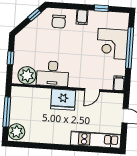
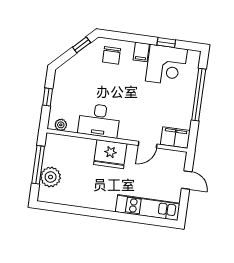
corner desk: (112, 44) -> (166, 65), moved, turned -90
plant: (27, 75) -> (61, 125), width x0.53, depth x0.53
filing cabinet: (119, 83) -> (175, 137), width x2.00
plant: (17, 132) -> (51, 177), moved

